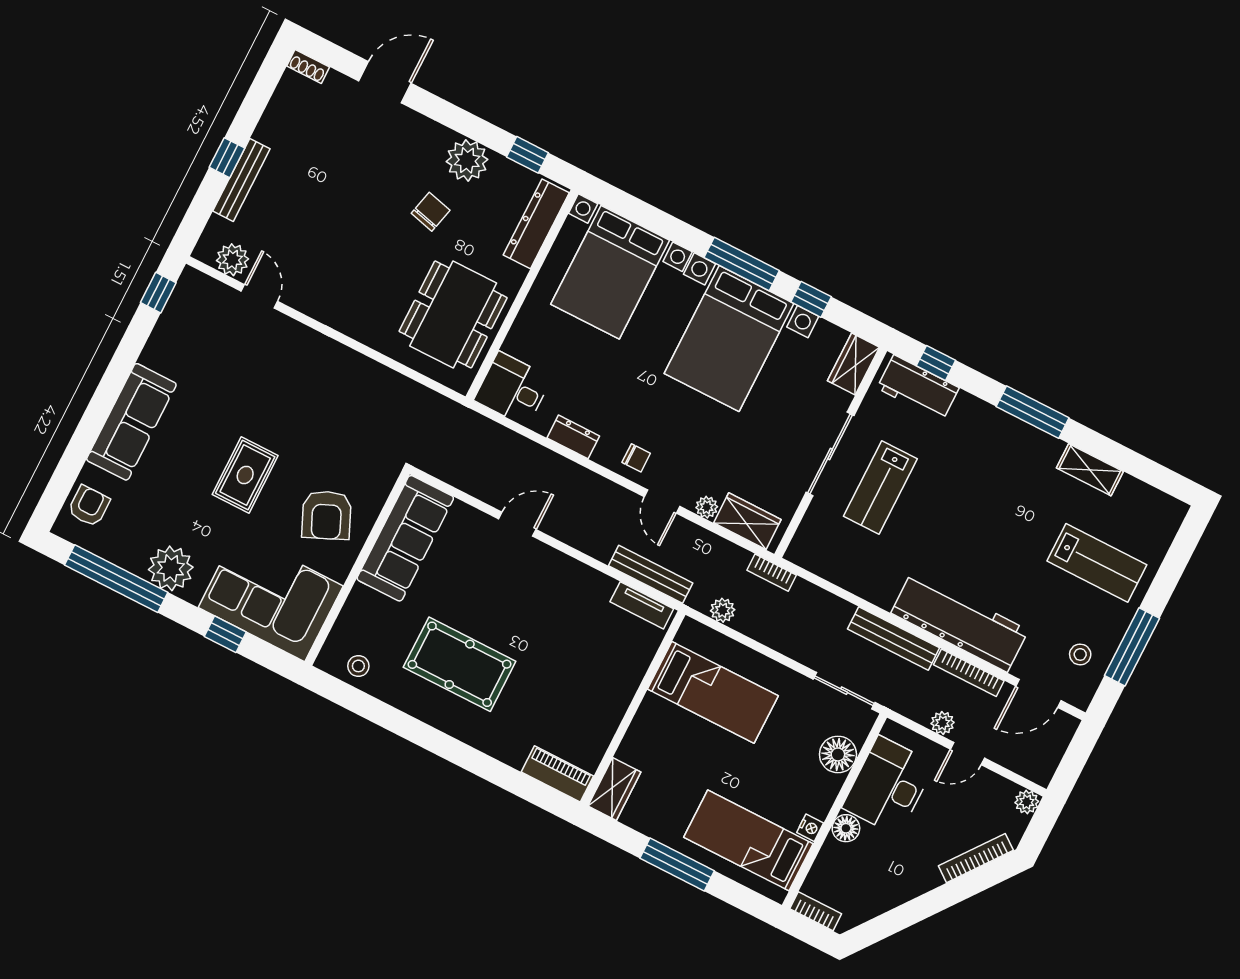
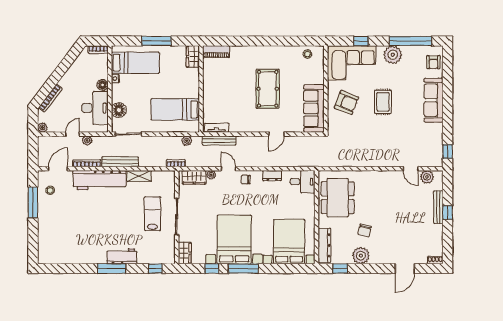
workbench: (918, 388) -> (122, 256), moved
shelving: (1090, 470) -> (139, 176), moved
armchair: (327, 515) -> (346, 102), turned 136
lab bench: (1097, 563) -> (61, 226), removed
pool table: (460, 664) -> (268, 89), moved, turned 90

